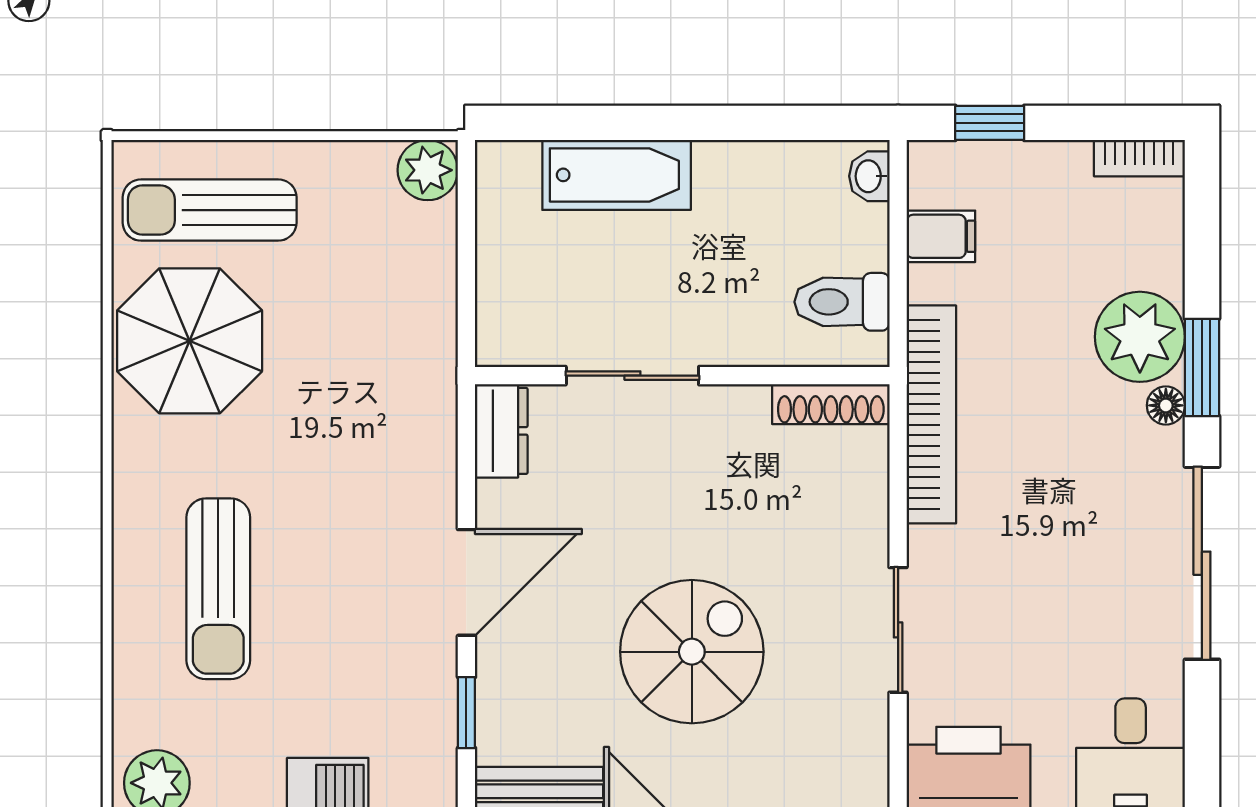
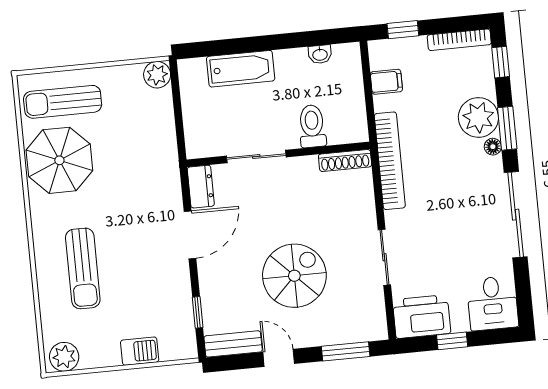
bookcase: (1139, 158) -> (459, 40), width x1.56
washbasin: (869, 176) -> (320, 54), moved, turned -90
window: (1202, 217) -> (501, 62), added
toilet: (842, 302) -> (312, 126), moved, turned 90
door: (466, 582) -> (190, 235), moved

